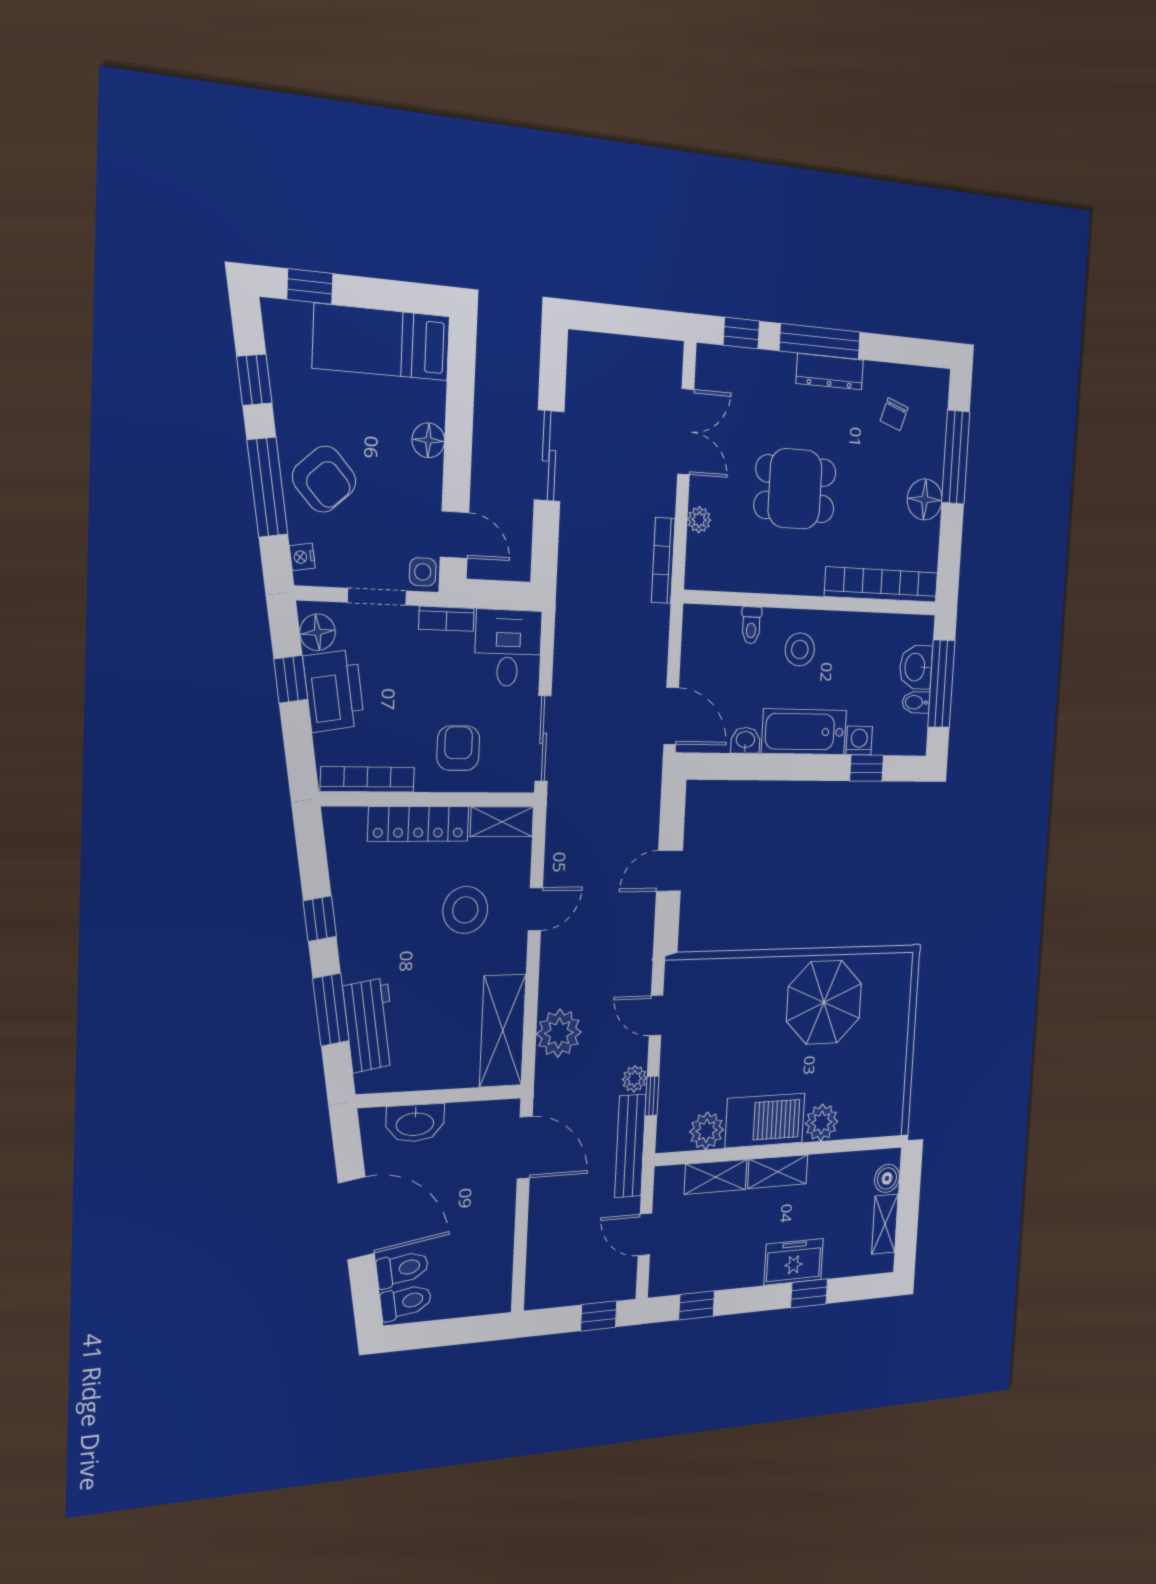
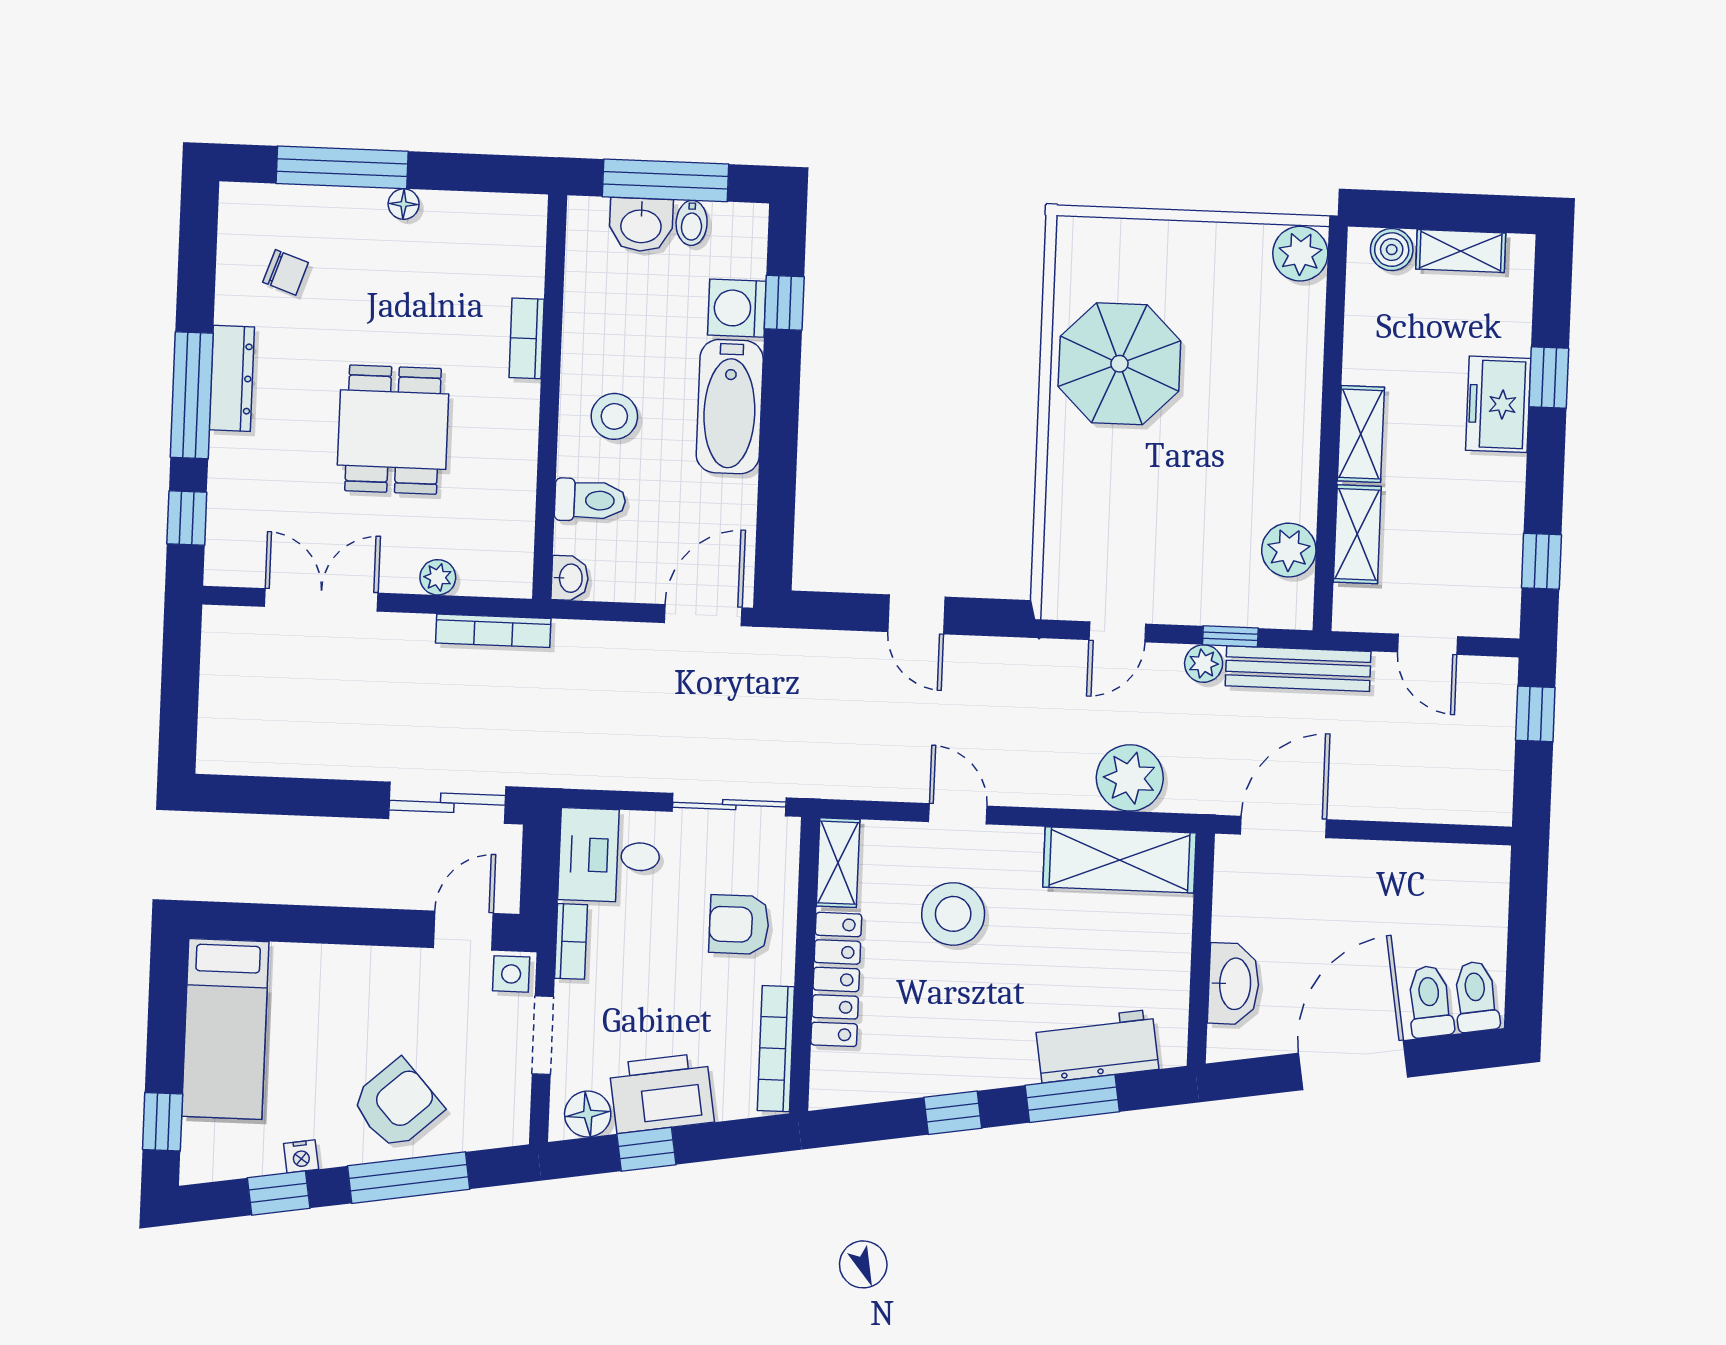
floor lamp: (428, 440) -> (345, 967), removed
sliding door: (549, 456) -> (447, 803), moved
floor lamp: (925, 499) -> (404, 204), width x0.53, depth x0.53
nightstand: (302, 557) -> (301, 1156), moved
bookcase: (881, 585) -> (527, 338), width x0.43, depth x0.76
toilet: (751, 625) -> (590, 500), width x1.37, depth x1.39
washbasin: (745, 740) -> (570, 578), moved, turned 180
washing machine: (859, 741) -> (737, 308), width x1.38, depth x1.38
barbecue: (765, 1120) -> (1283, 456), removed
plant: (822, 1122) -> (1300, 254), moved
door: (645, 1234) -> (1427, 644), hinge flipped

